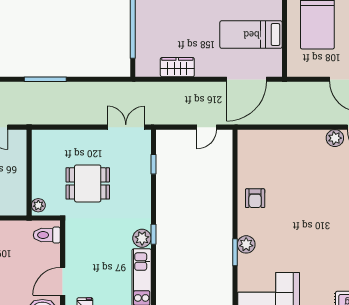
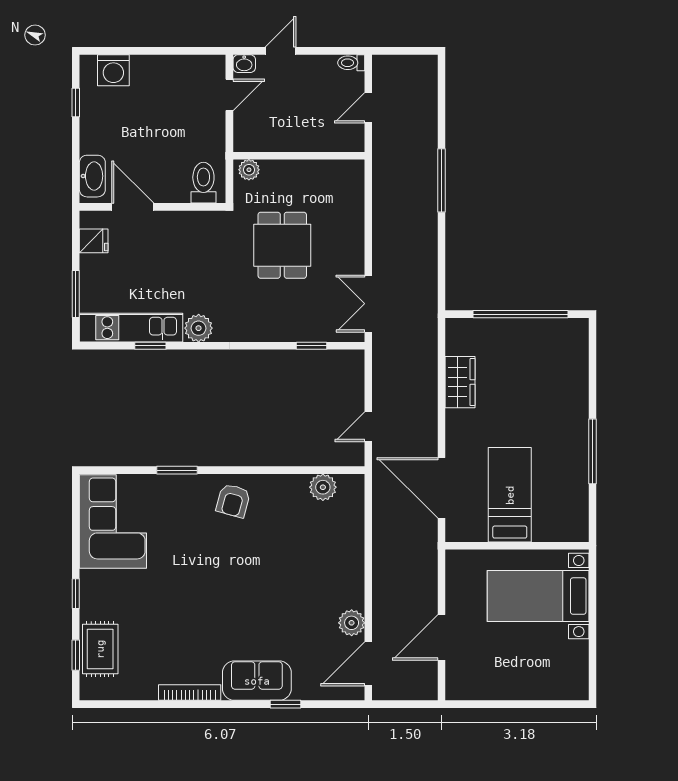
double door: (126, 127) -> (368, 304), swing flipped
door: (207, 127) -> (368, 427), hinge flipped
armchair: (255, 198) -> (233, 501), moved, turned -75
window: (154, 234) -> (150, 346), moved
plant: (246, 244) -> (323, 487), moved

